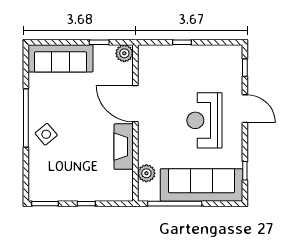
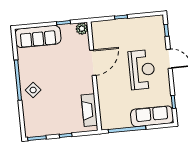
door: (135, 104) -> (93, 63), swing flipped
reception desk: (204, 120) -> (142, 70), turned 180
fireplace: (124, 147) -> (89, 110), moved
plant: (146, 173) -> (105, 110), removed
sofa: (201, 185) -> (152, 116), width x0.74, depth x0.79

